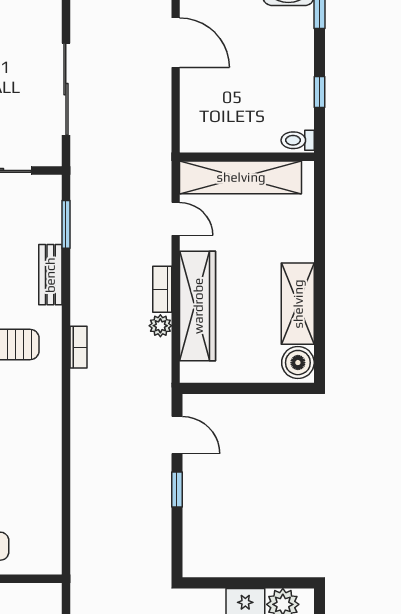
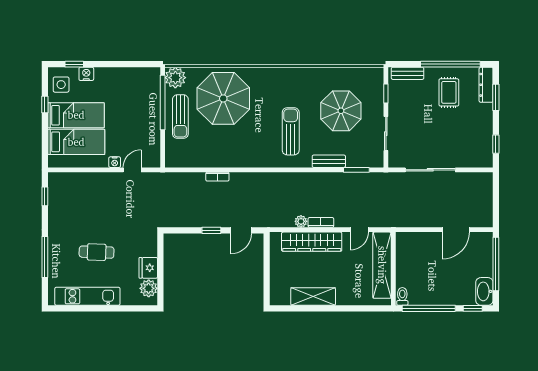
window: (319, 92) -> (429, 308), width x3.17
bookcase: (79, 347) -> (217, 177), moved
boiler: (298, 363) -> (281, 297), removed

